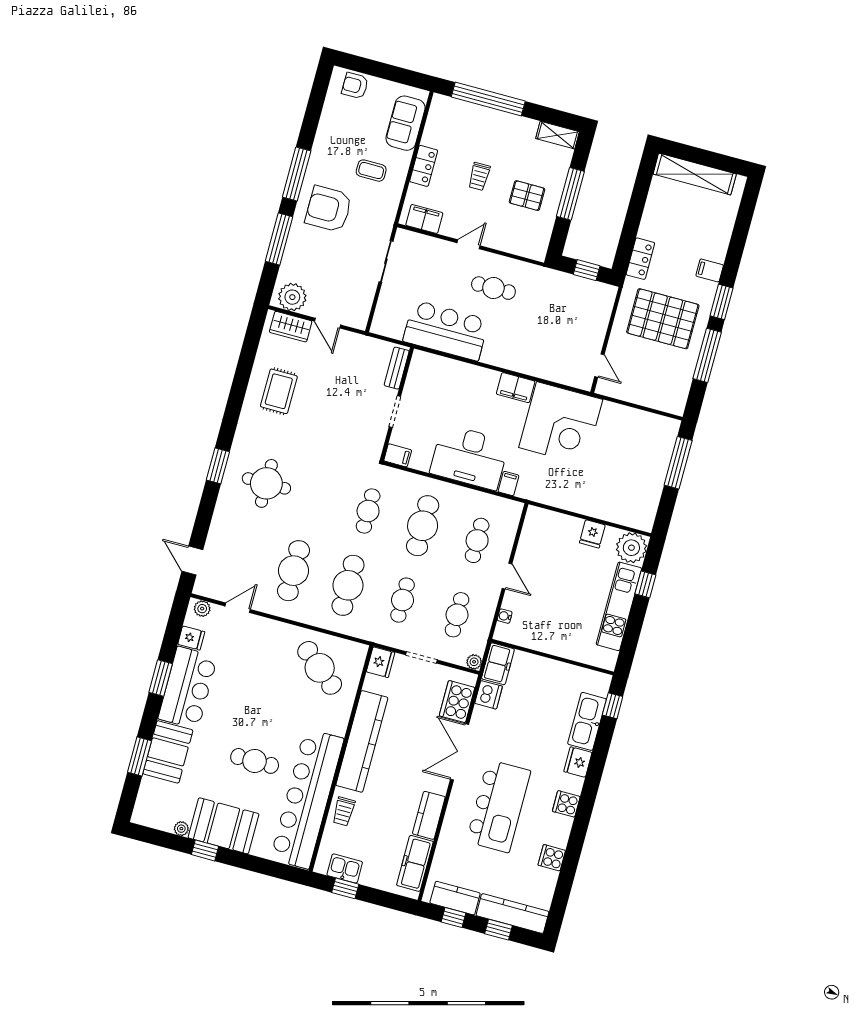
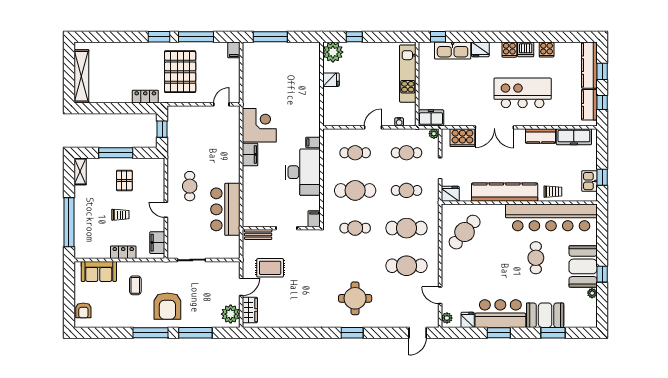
filing cabinet: (710, 270) -> (234, 50), moved
rug: (279, 391) -> (270, 268), moved
corner desk: (561, 424) -> (259, 125), width x0.74, depth x0.74
kitchen unit: (619, 606) -> (408, 74), moved, turned 90
dishwasher: (489, 695) -> (526, 49), moved, turned 180

